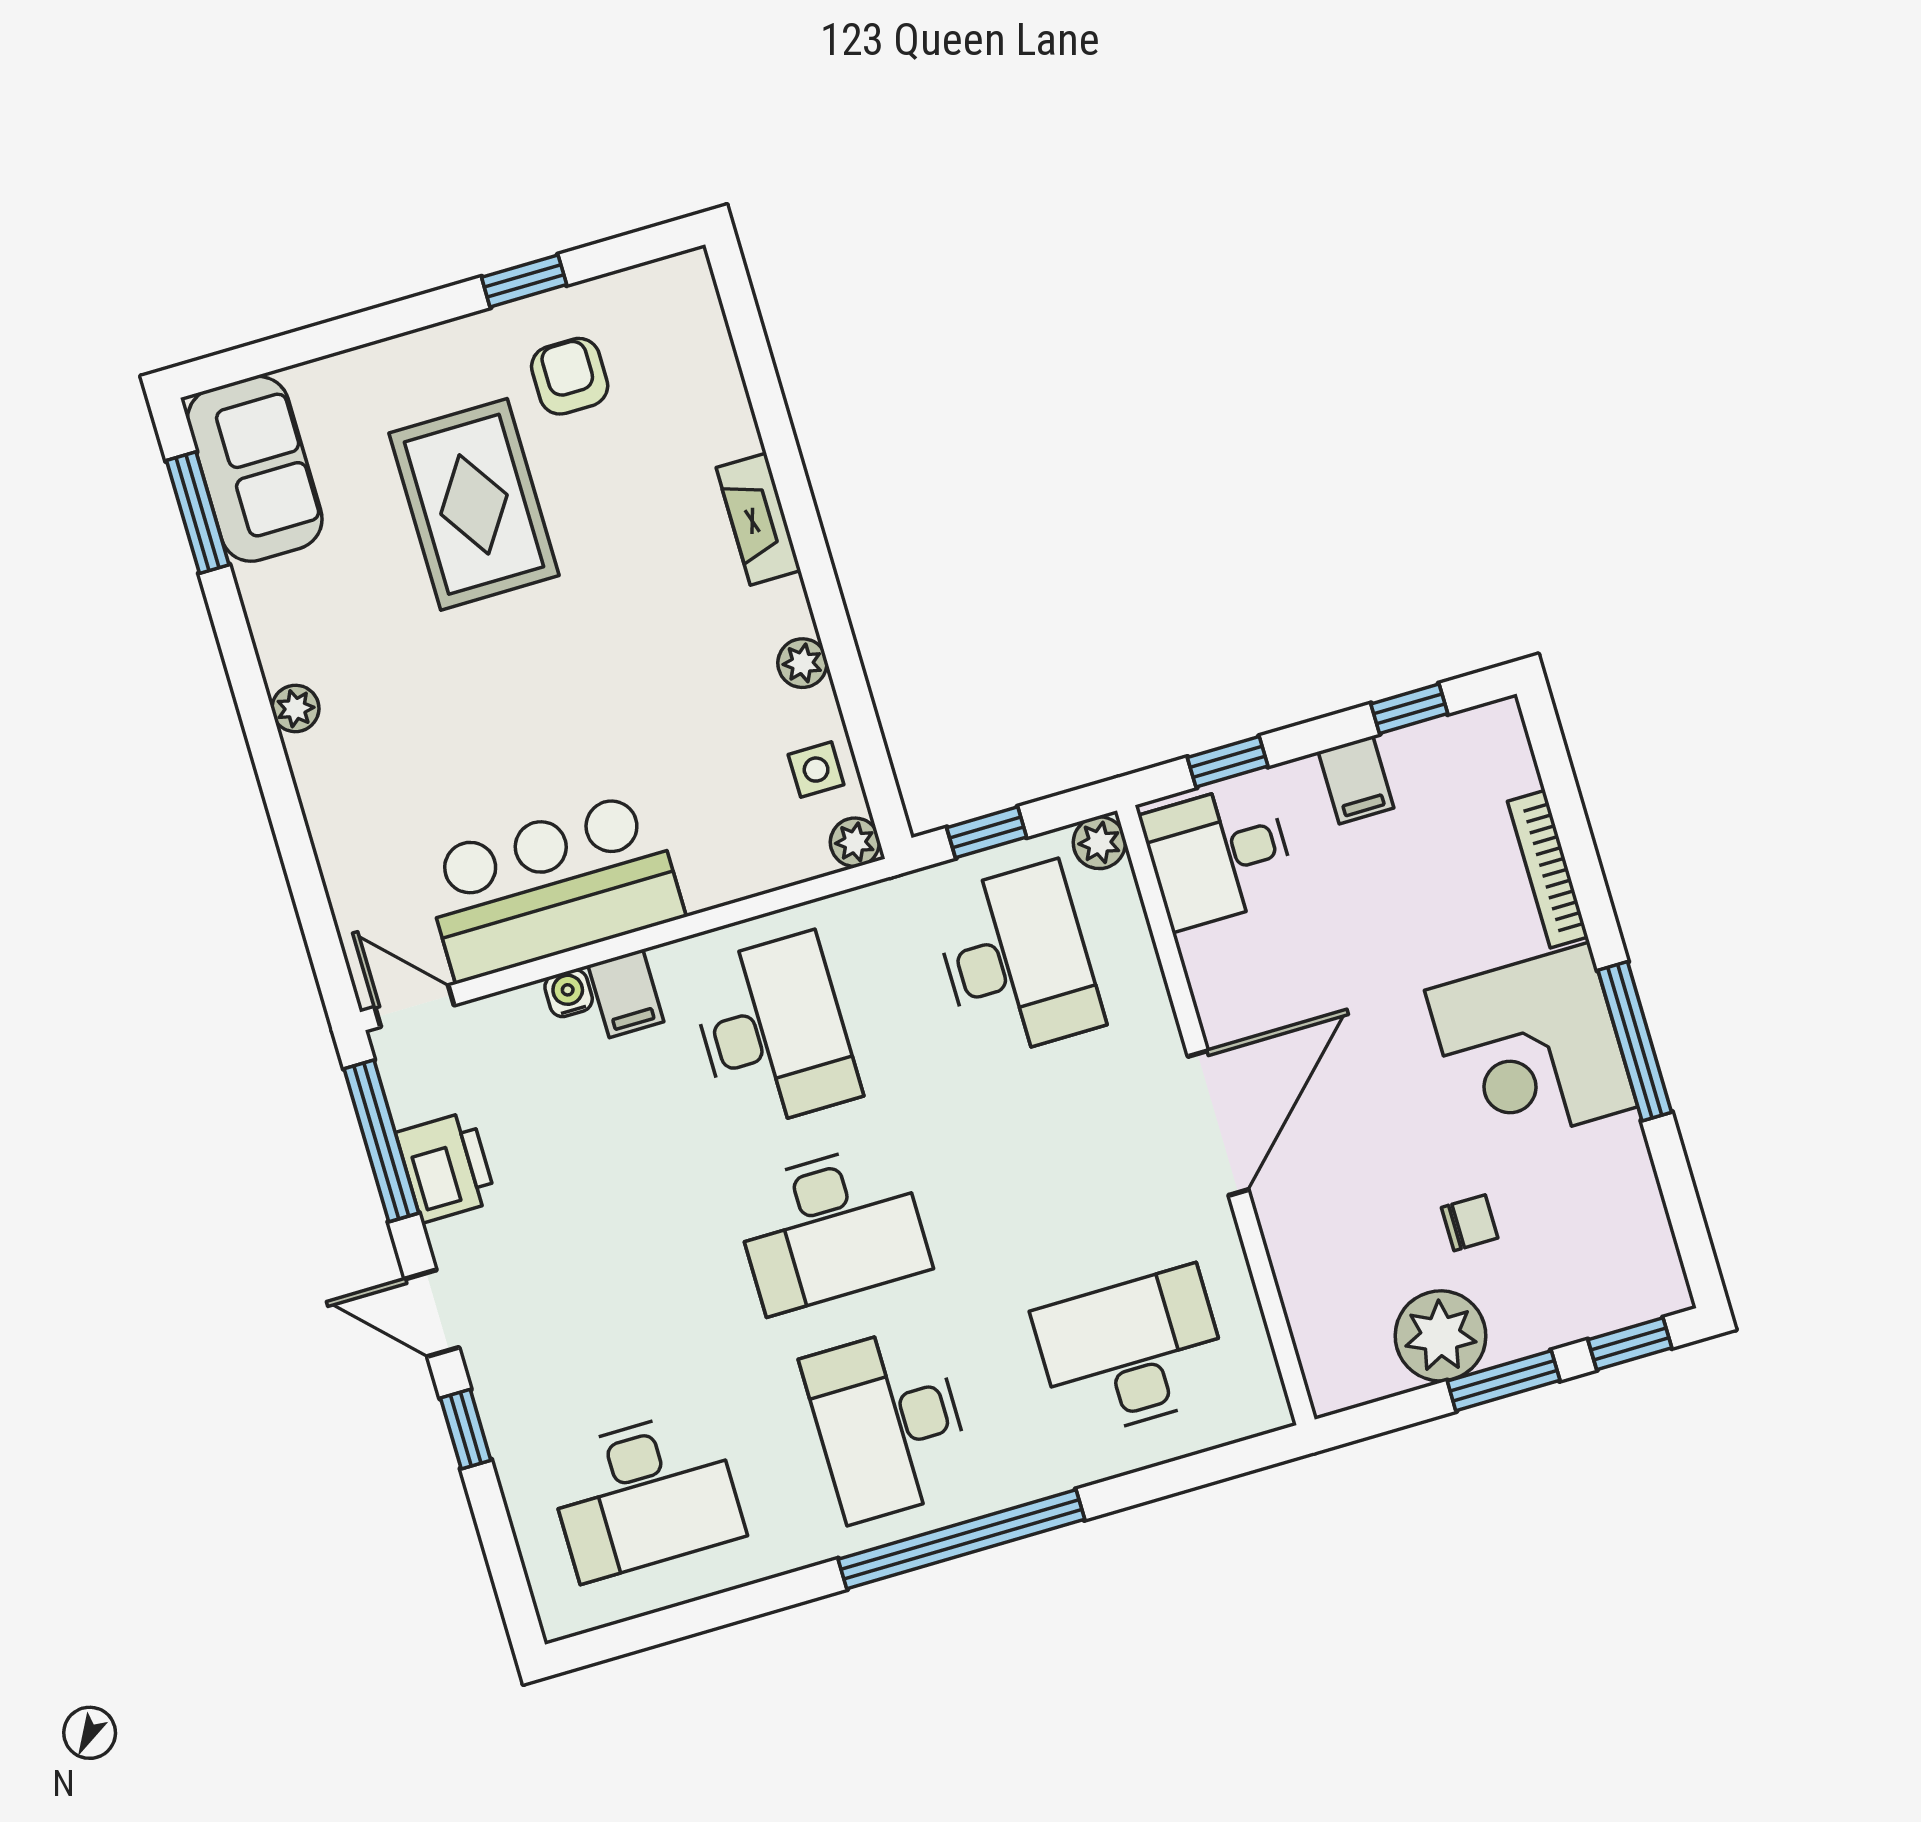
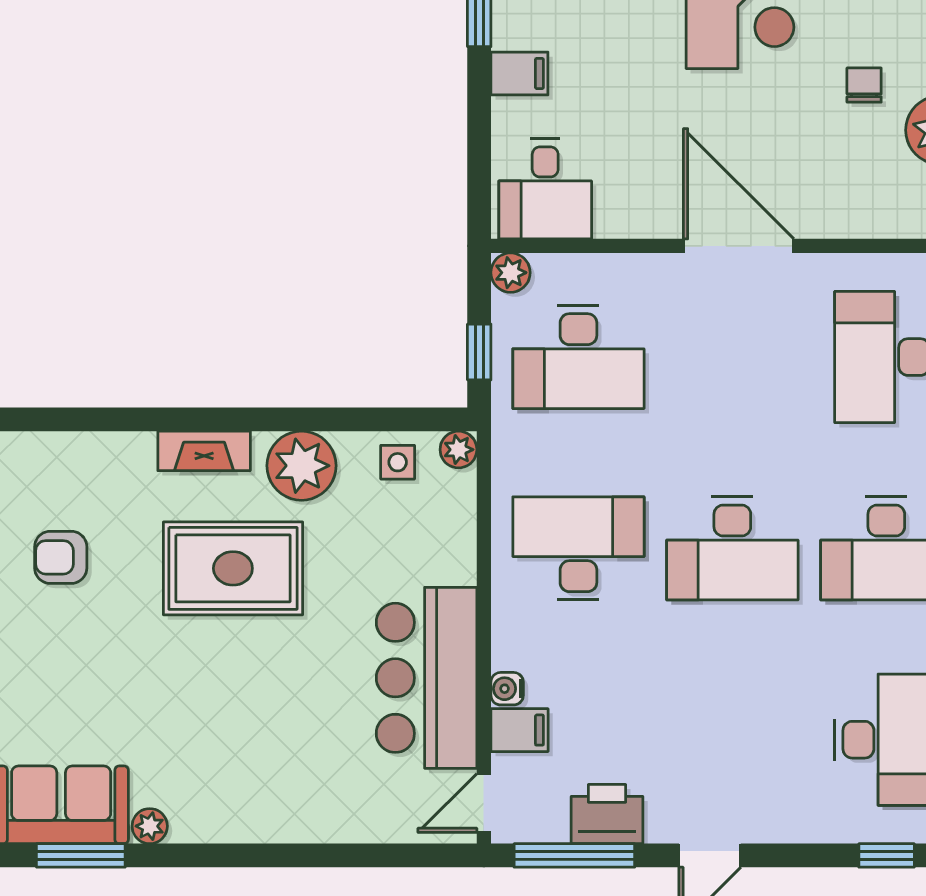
rug: (474, 504) -> (233, 568), moved
plant: (802, 663) -> (302, 466), width x1.87, depth x1.87
plant: (295, 708) -> (150, 826), moved
window: (1228, 762) -> (479, 163), removed
desk: (1017, 961) -> (578, 357), turned 180
filing cabinet: (626, 993) -> (519, 730), moved
desk: (831, 1228) -> (732, 548), turned 90
window: (466, 1429) -> (887, 855), moved

